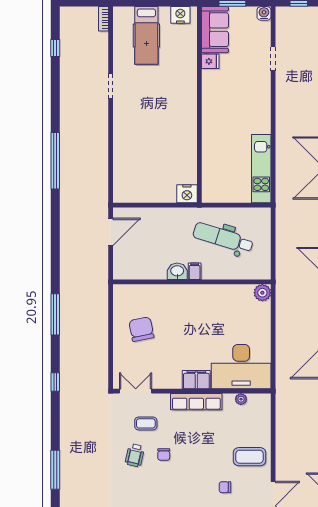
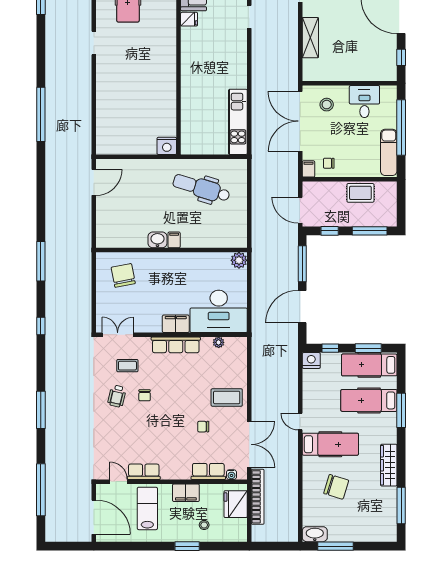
washbasin: (177, 271) -> (157, 240), moved
filing cabinet: (195, 271) -> (174, 240), moved
wall: (192, 282) -> (172, 250), moved
plant: (262, 293) -> (239, 260), moved

